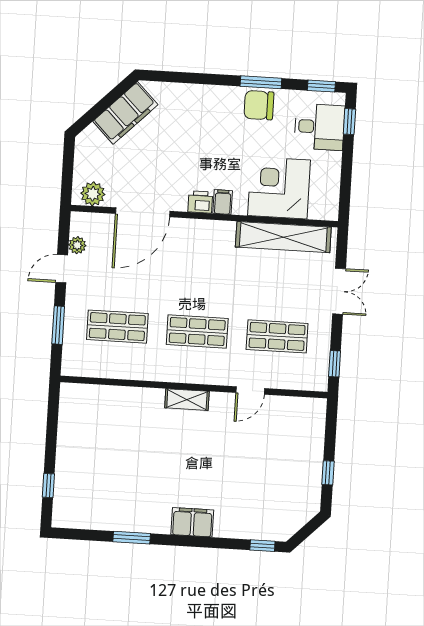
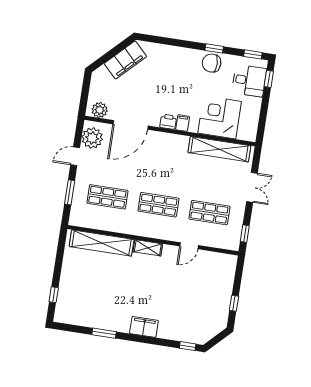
window: (261, 82) -> (214, 48), width x0.67
plant: (77, 245) -> (92, 138), width x1.87, depth x1.87
shelving: (115, 399) -> (102, 243), added

